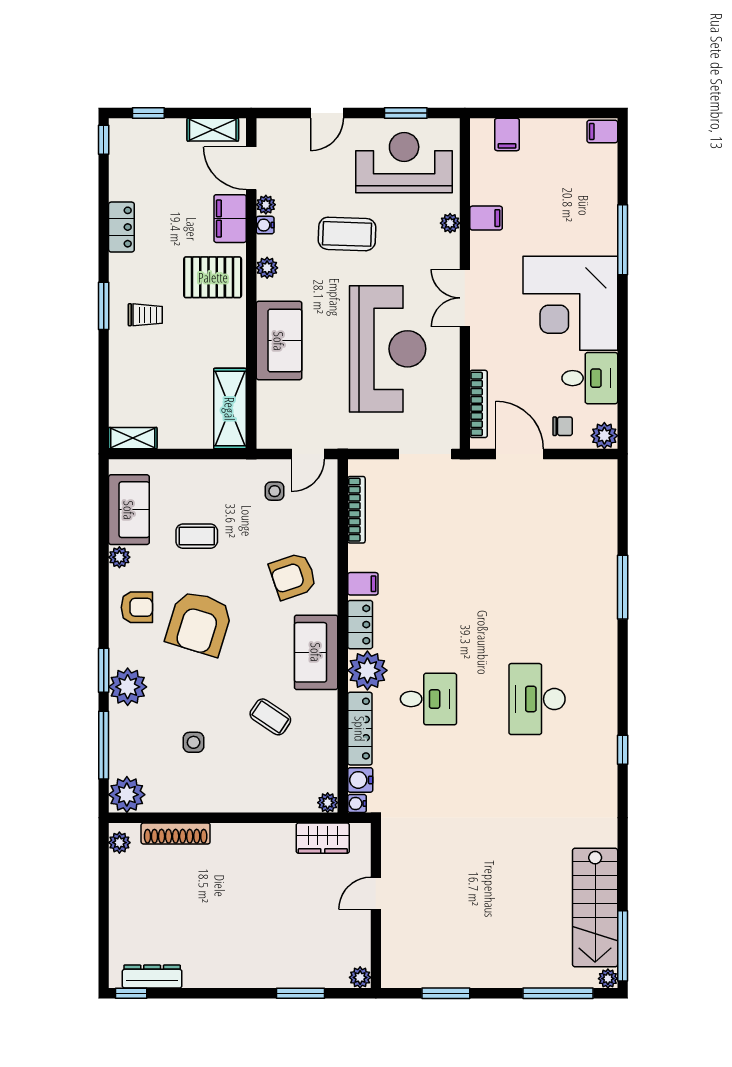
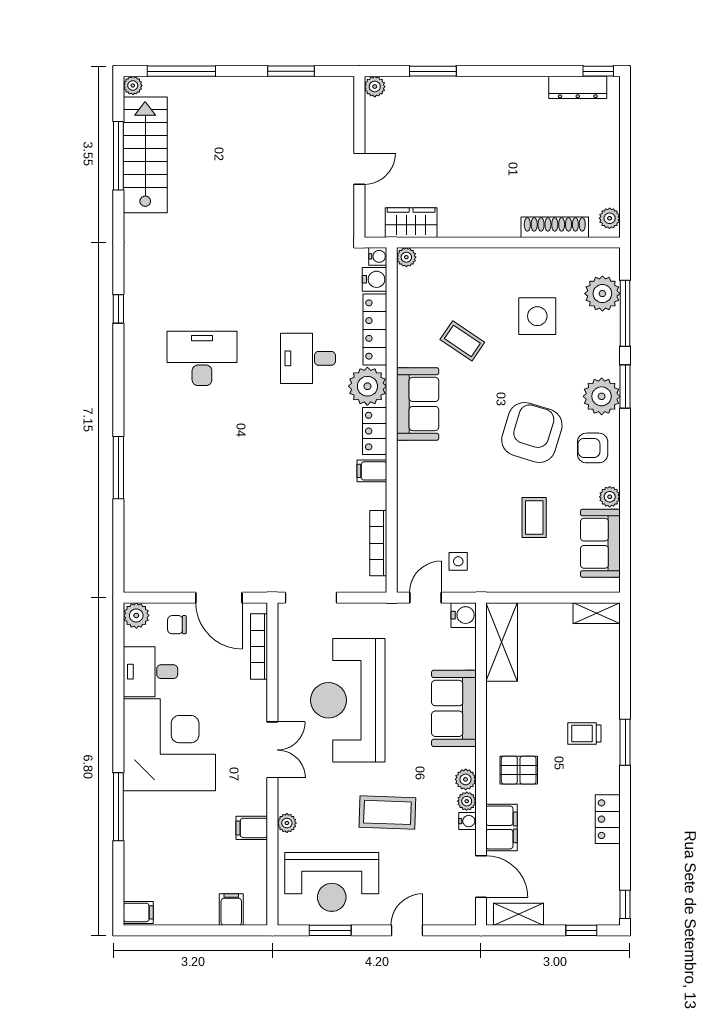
plant: (266, 205) -> (467, 801), moved
pallet: (213, 277) -> (519, 770), width x0.67, depth x0.71
water cooler: (269, 436) -> (464, 615), added
coffee table: (197, 536) -> (534, 517), turned 90
armchair: (293, 576) -> (440, 478), removed
plant: (128, 687) -> (602, 396), moved
desk: (537, 699) -> (202, 358), turned -90
side table: (194, 742) -> (537, 316), width x1.87, depth x1.87
plant: (127, 795) -> (602, 294), moved
window: (623, 946) -> (118, 156), moved

